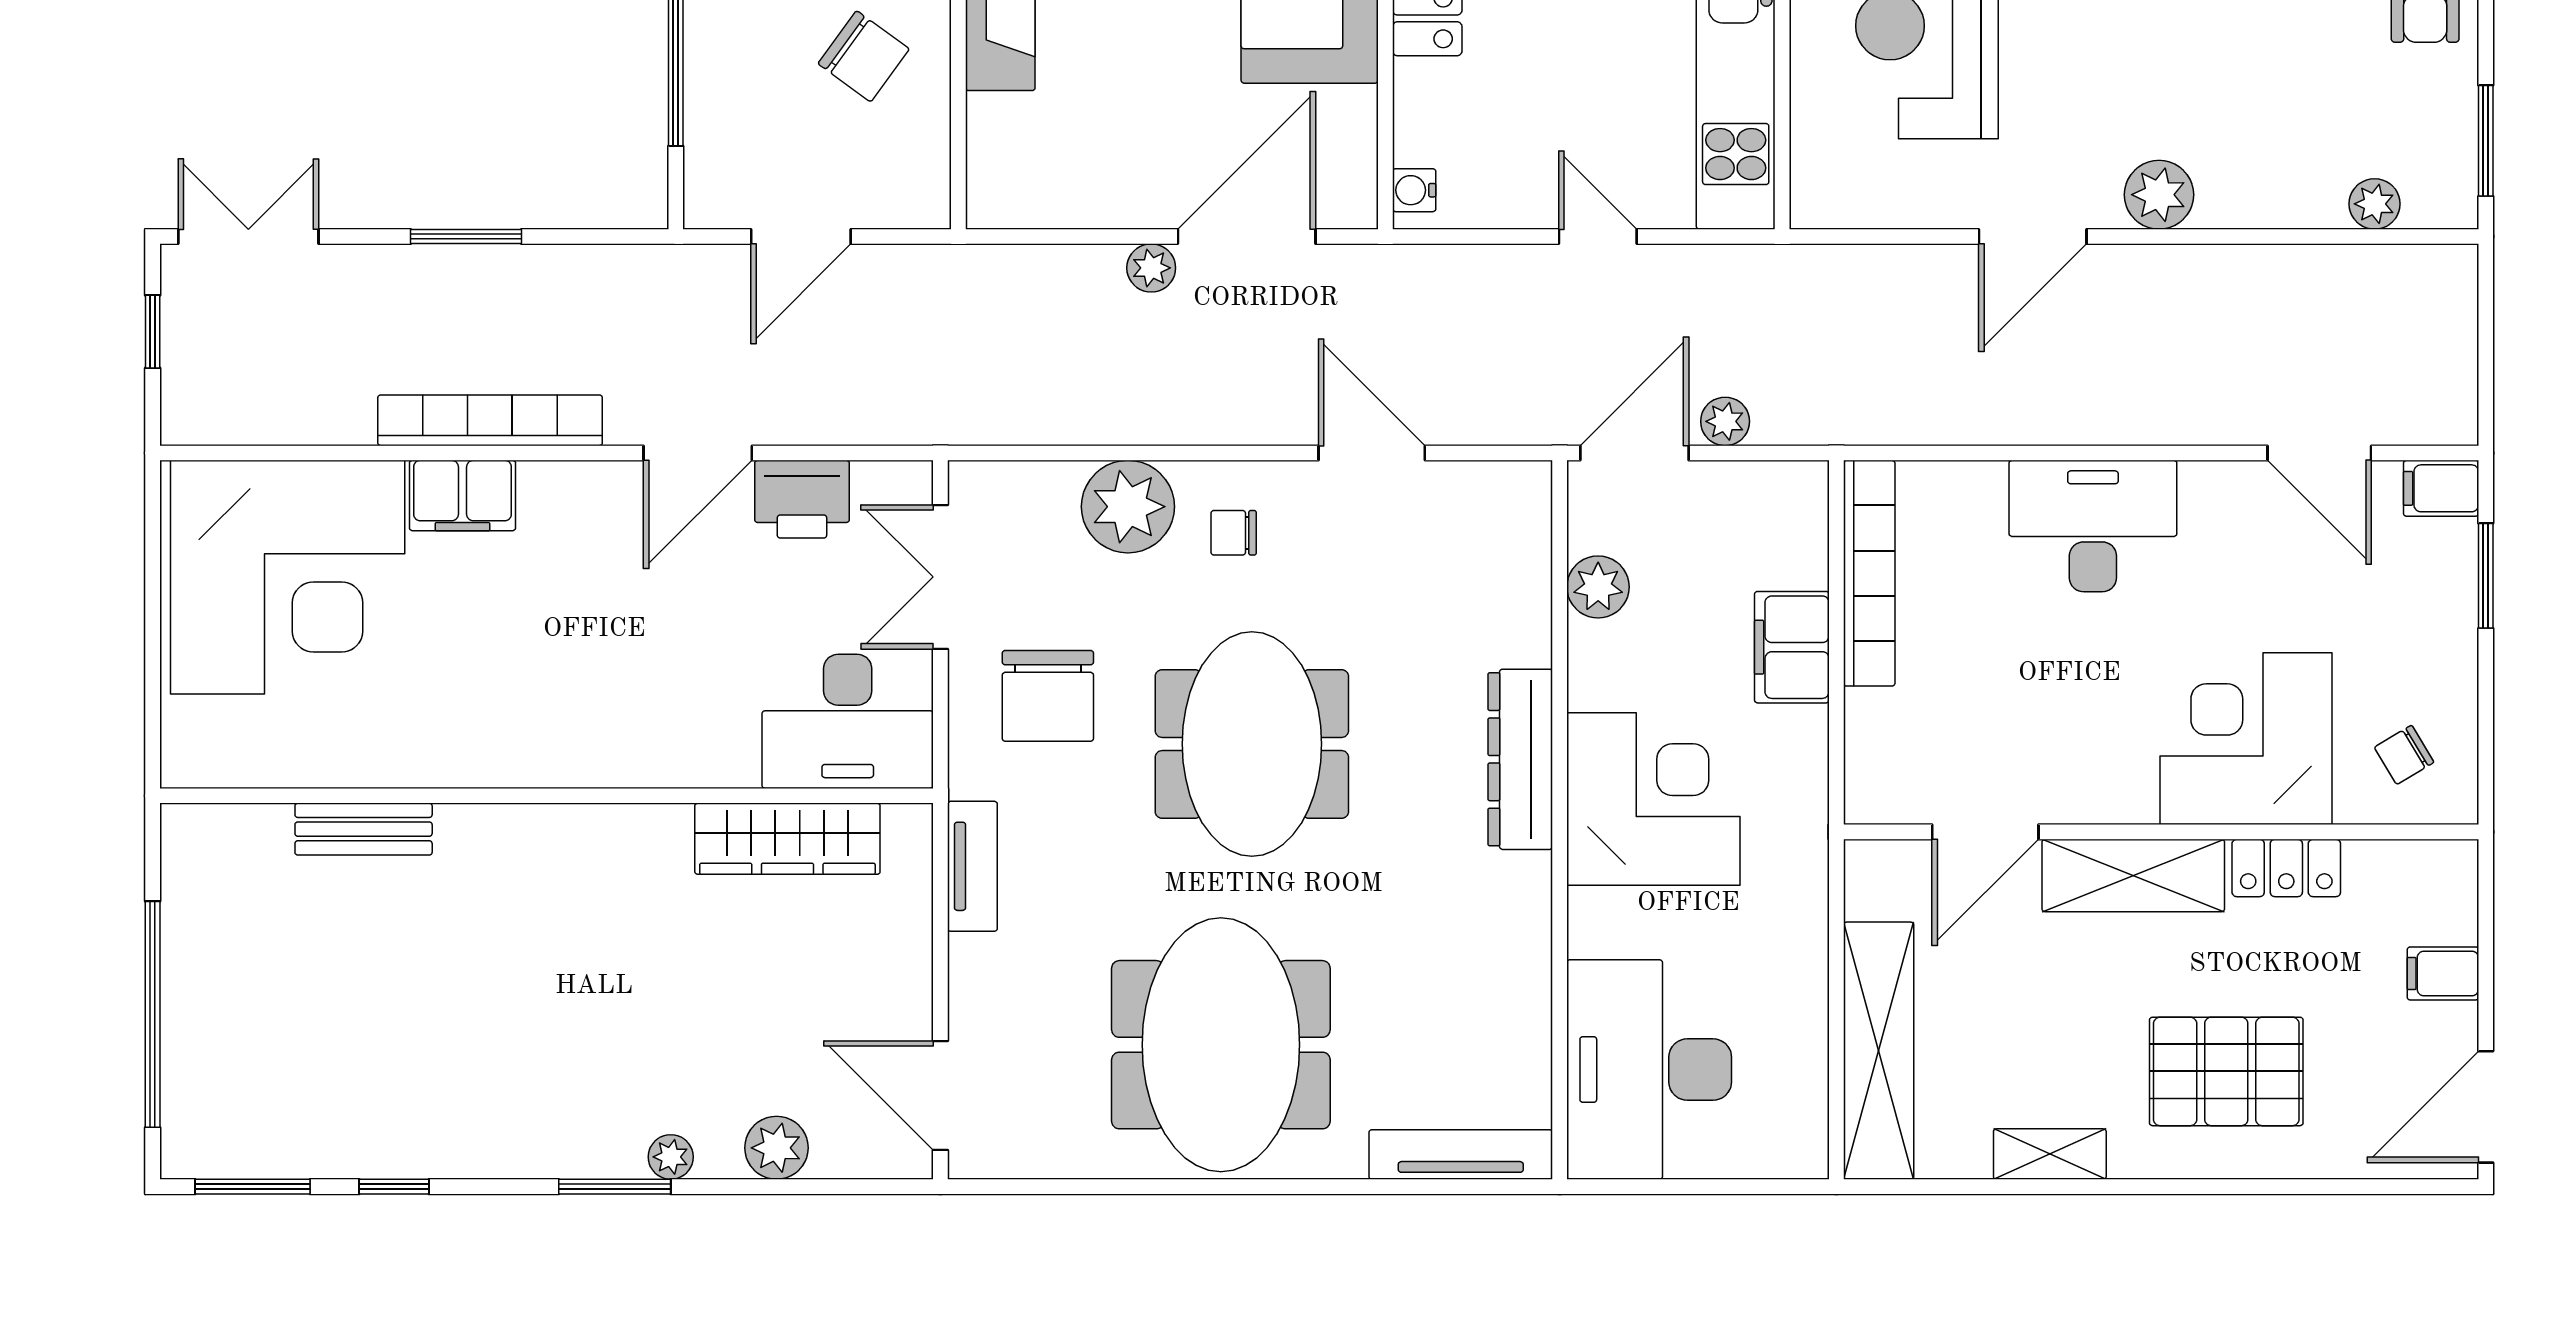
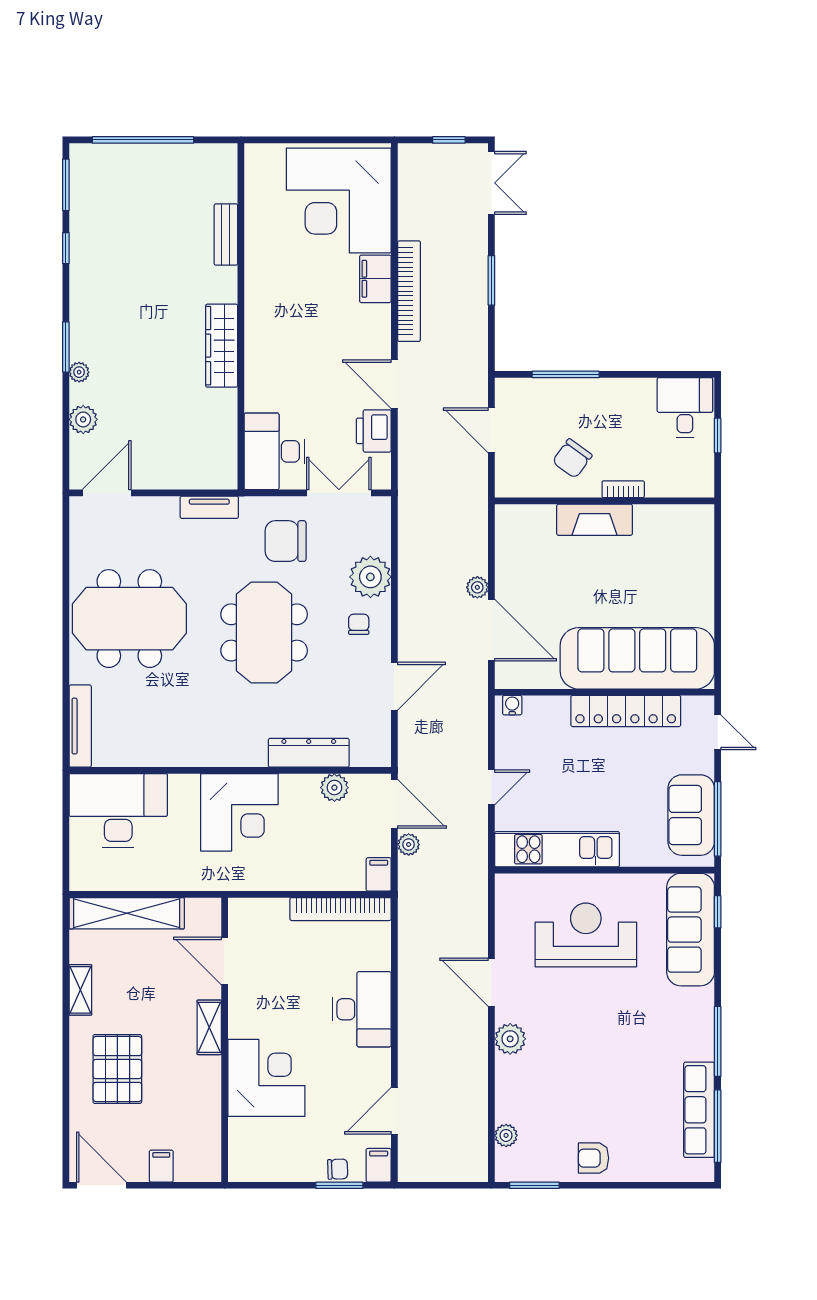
filing cabinet: (1792, 647) -> (379, 874), moved, width x0.50
meeting table: (1252, 744) -> (264, 632), turned 90
chair: (2404, 755) -> (338, 1169), moved, turned 119
dresser: (1520, 759) -> (309, 753), moved
wardrobe: (787, 839) -> (222, 346), moved
locker: (2286, 868) -> (209, 1096), removed
shelving: (2133, 875) -> (209, 1027), width x0.67, depth x0.75

